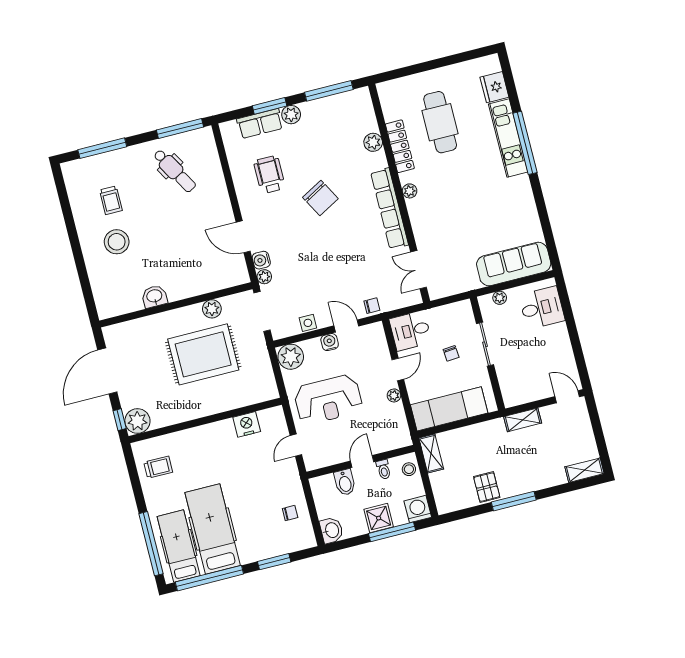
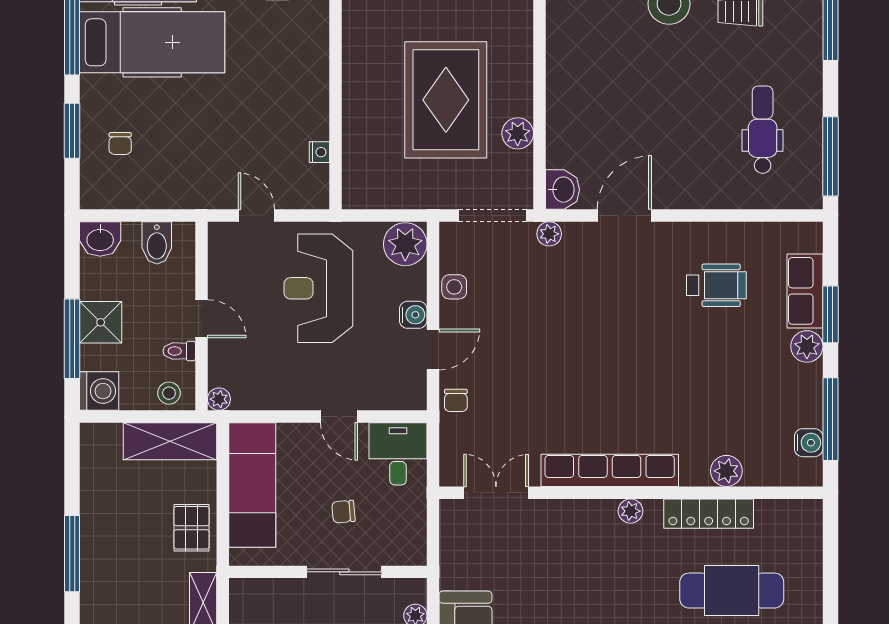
dental chair: (175, 171) -> (763, 130), turned 120
chair: (320, 198) -> (656, 360), removed
water cooler: (261, 260) -> (809, 443), moved, turned 90
washbasin: (154, 296) -> (562, 190), moved
plant: (394, 395) -> (219, 399), moved
nightstand: (247, 424) -> (319, 152), width x0.53, depth x0.56
shelving: (431, 454) -> (170, 441), width x1.50, depth x1.33
bidet: (345, 482) -> (157, 243), moved, turned -90
pallet: (487, 487) -> (191, 528), moved, turned 90
chair: (290, 513) -> (120, 144), moved

